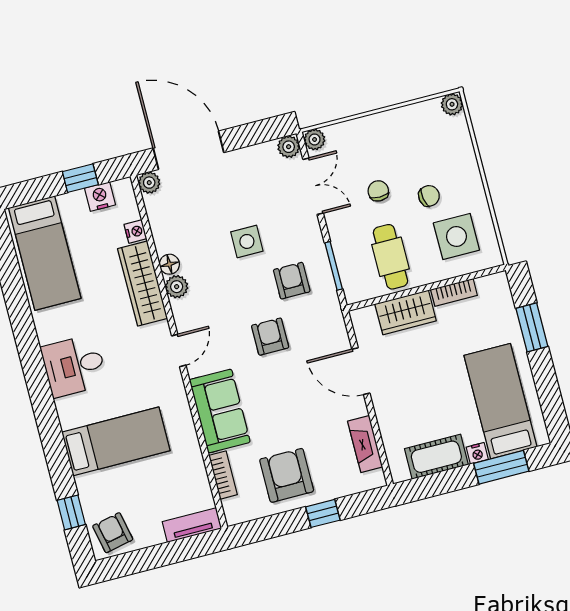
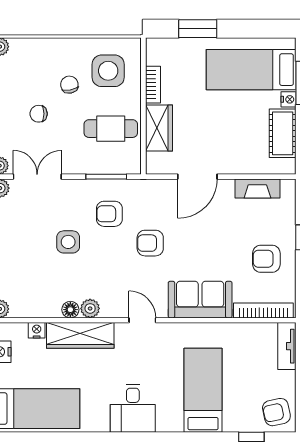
chair: (378, 191) -> (39, 114), moved
bookcase: (223, 475) -> (263, 310), width x1.56
armchair: (287, 475) -> (266, 259), width x0.72, depth x0.72

